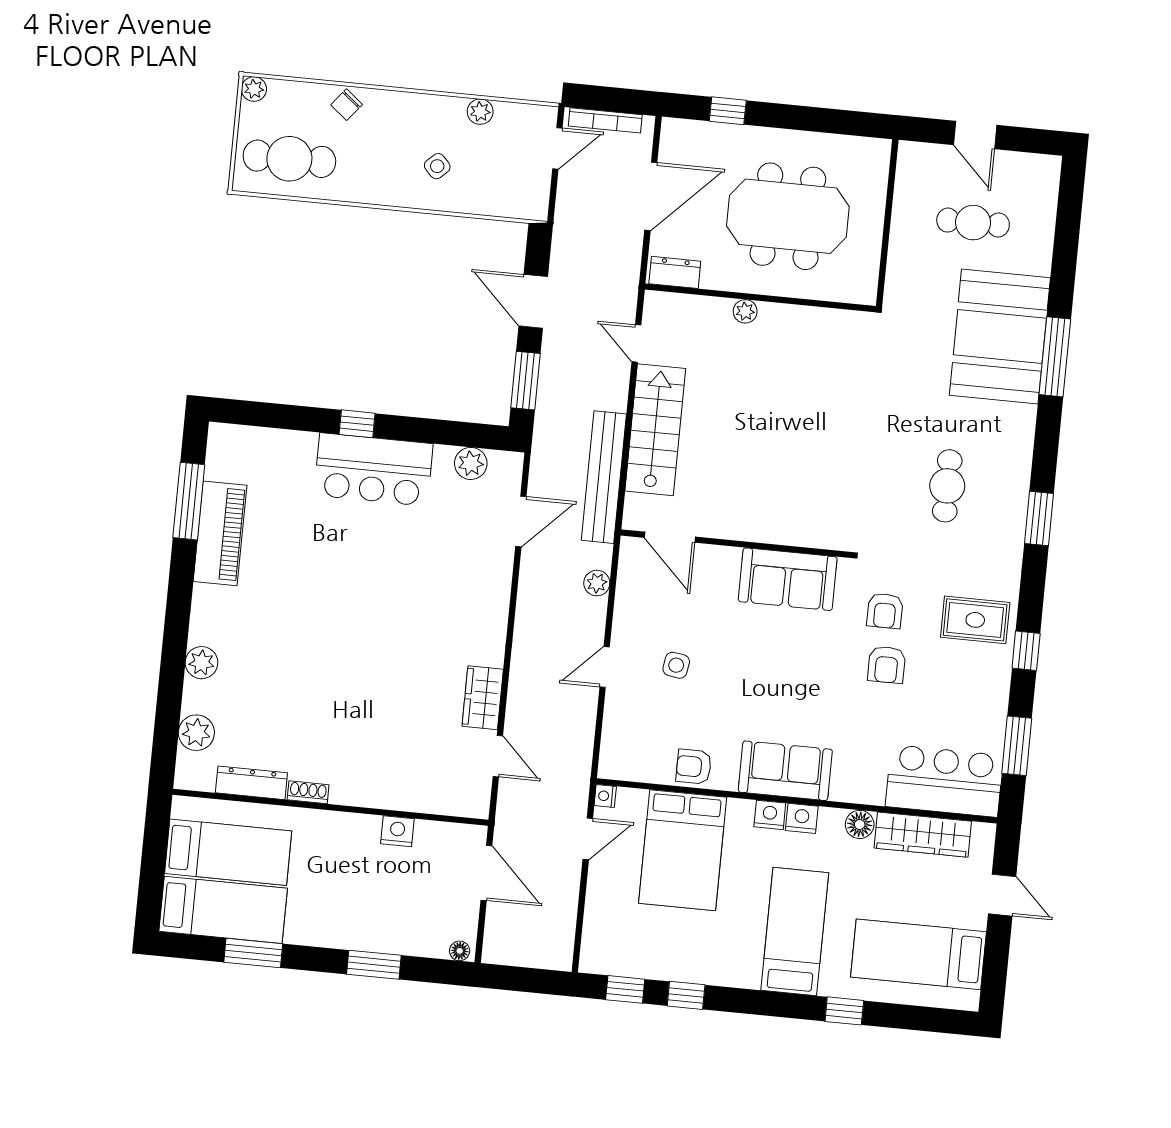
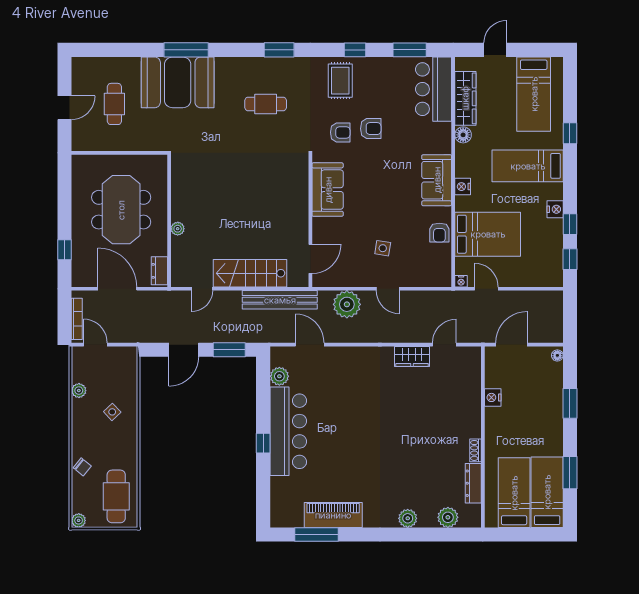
bar counter: (373, 469) -> (288, 431), width x1.36
plant: (597, 583) -> (347, 304), width x1.87, depth x1.87
nightstand: (802, 818) -> (555, 209), moved, turned 180

